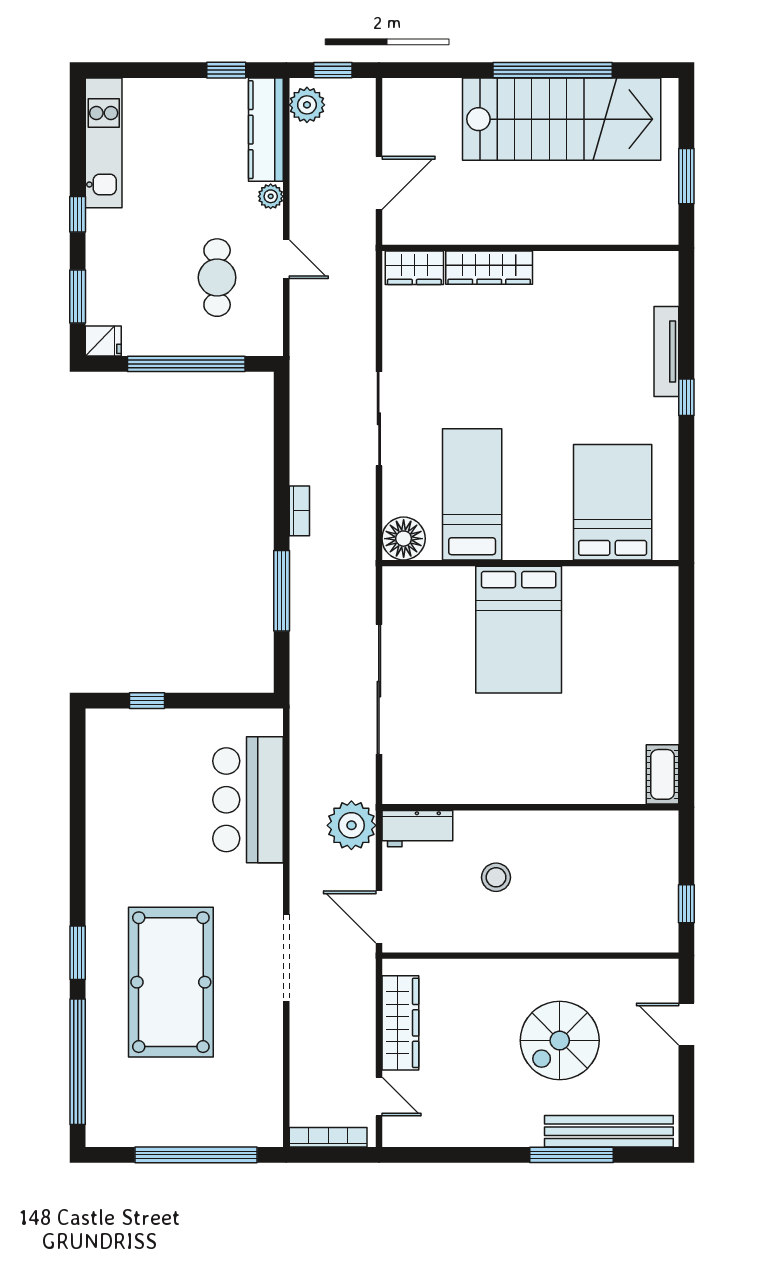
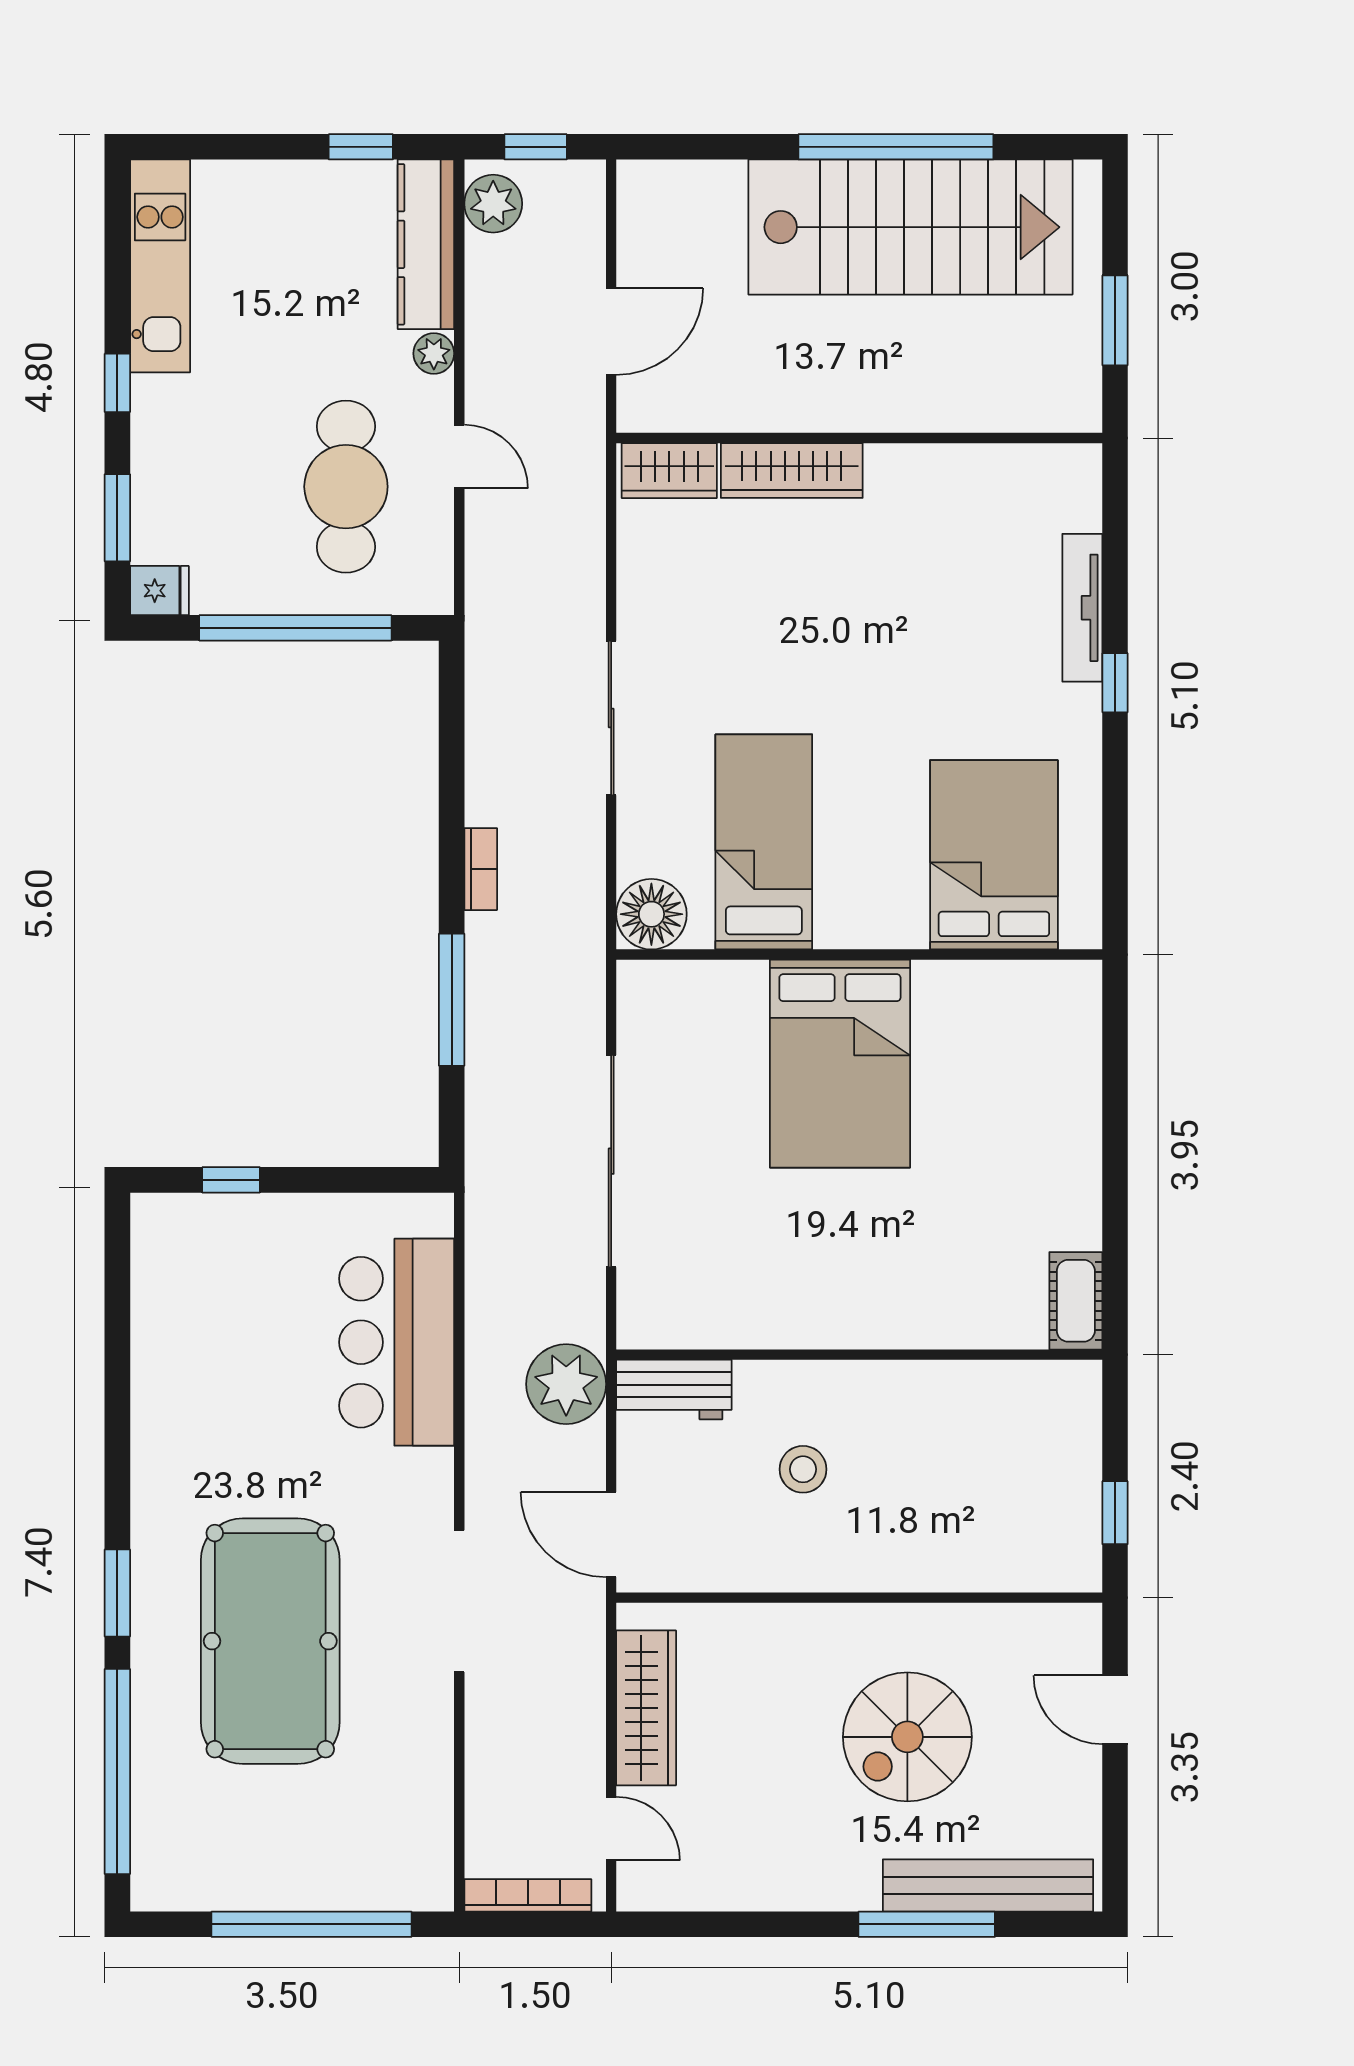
cafe table: (217, 278) -> (346, 487), width x1.37, depth x1.35

